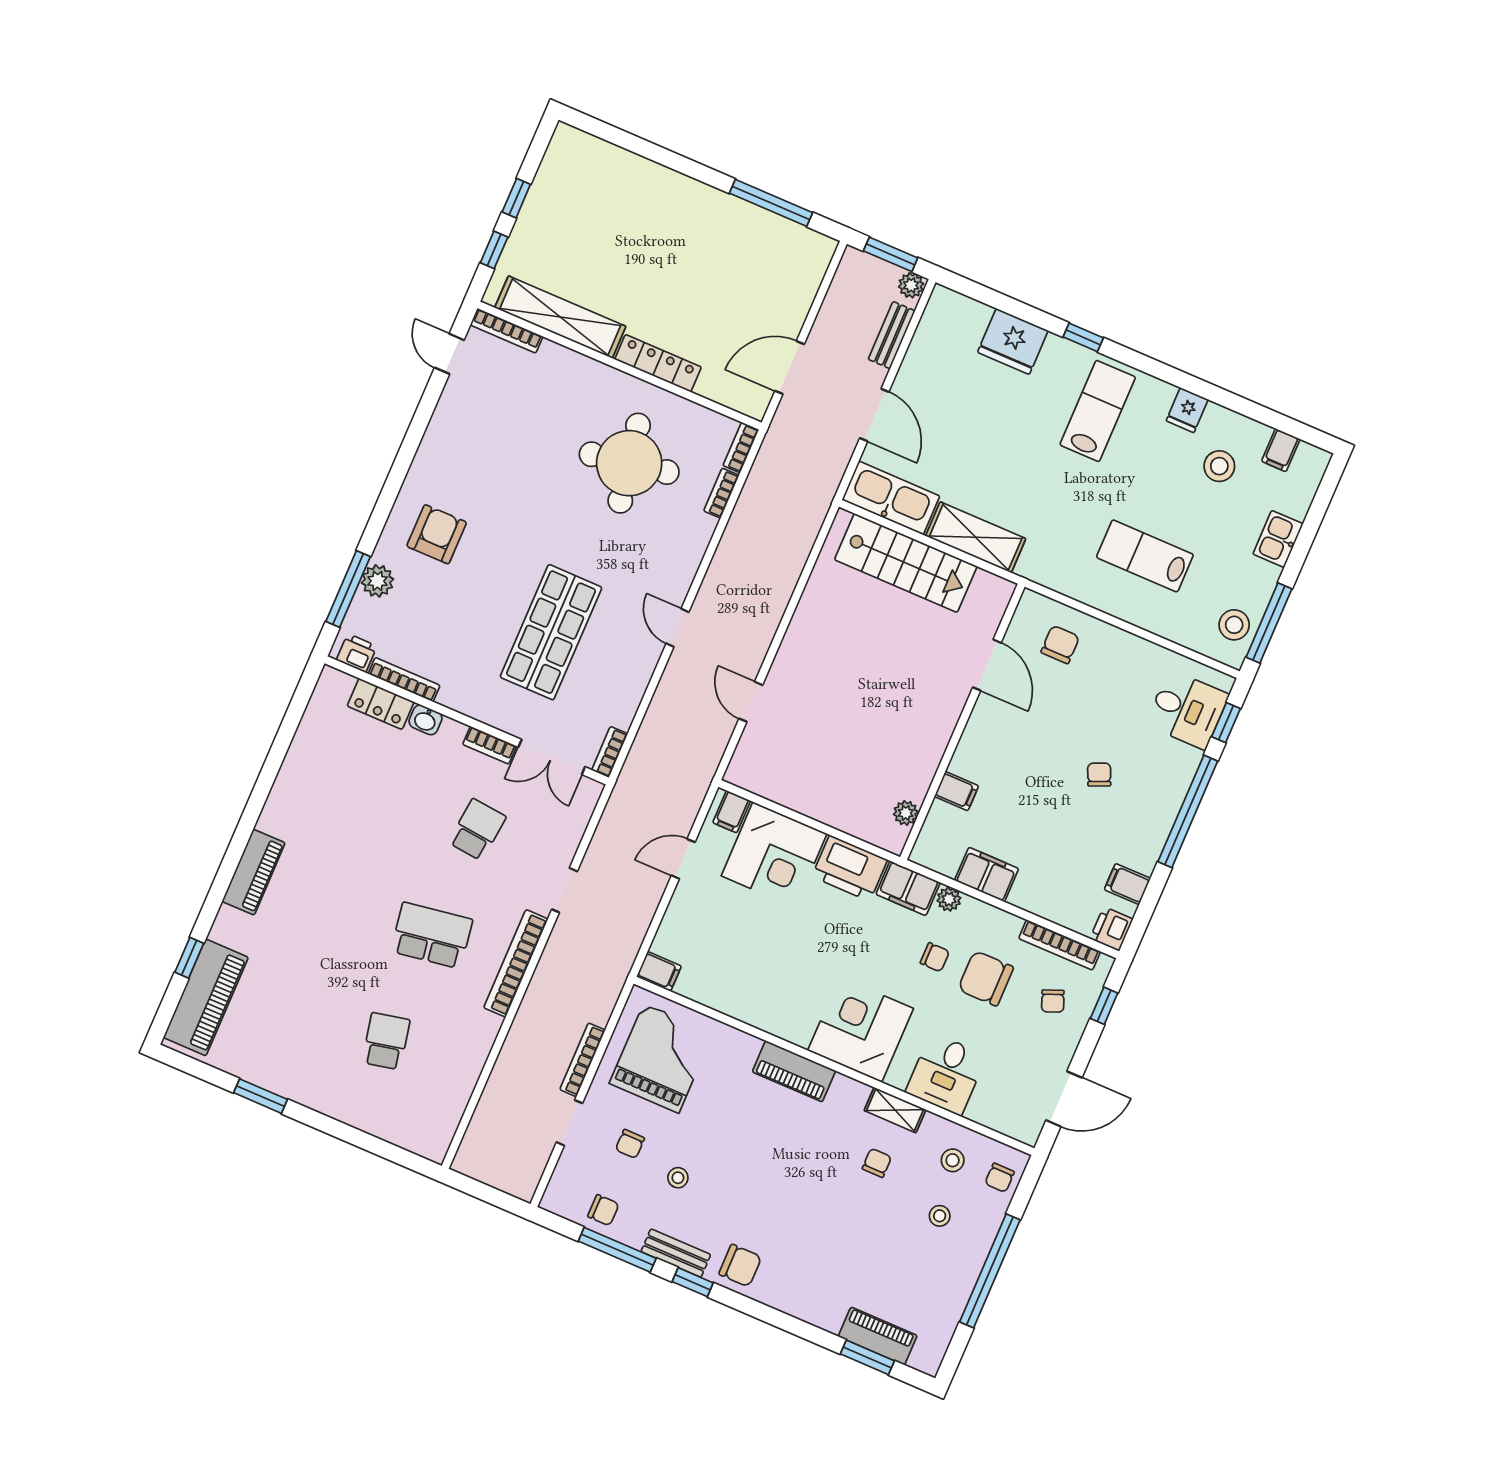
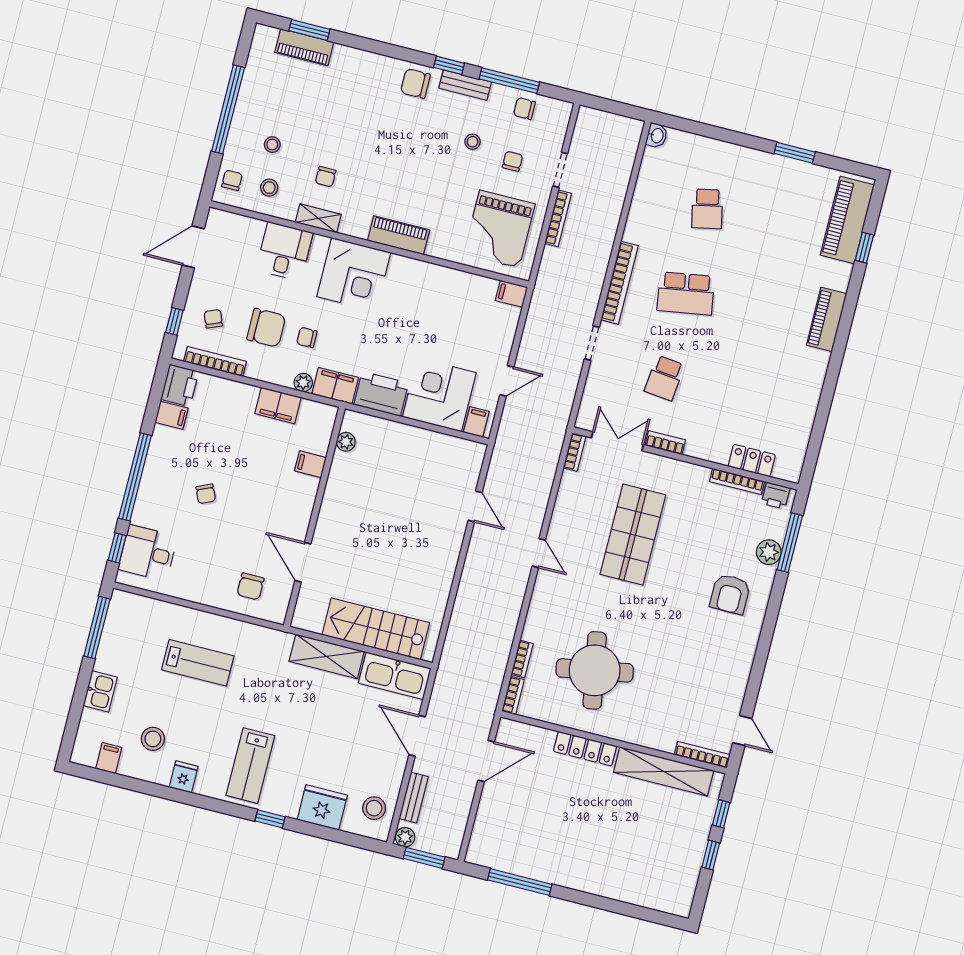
stool: (1234, 625) -> (374, 808), moved
washbasin: (425, 720) -> (657, 136), moved, turned 90
printer: (1111, 929) -> (180, 385), width x1.36, depth x1.24

